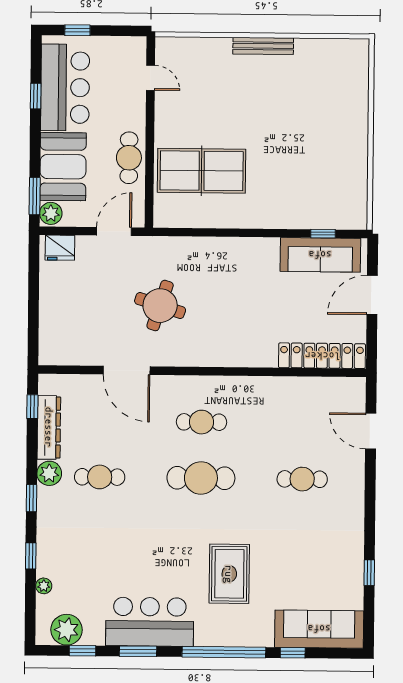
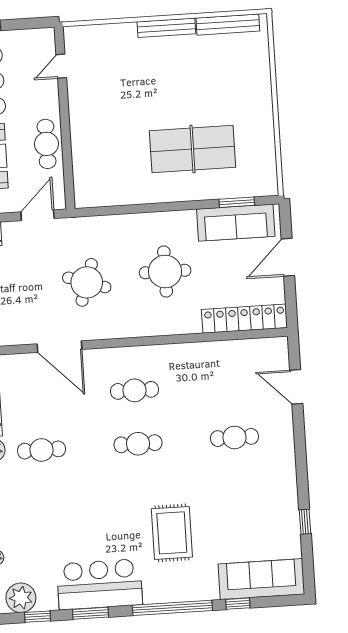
bench: (328, 47) -> (228, 25), added
door: (150, 78) -> (61, 66), swing flipped
table tennis table: (202, 171) -> (193, 149), moved
window: (323, 234) -> (237, 202), width x1.50
round table: (243, 300) -> (165, 272), added
cafe table: (201, 478) -> (138, 444), width x0.73, depth x0.74

